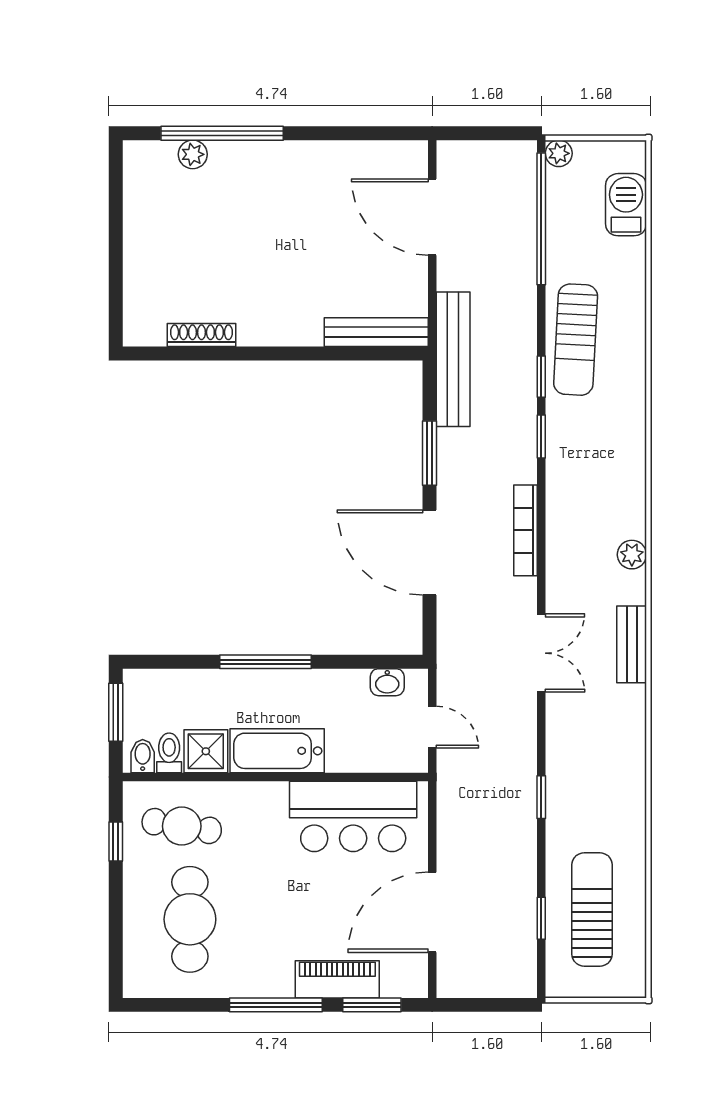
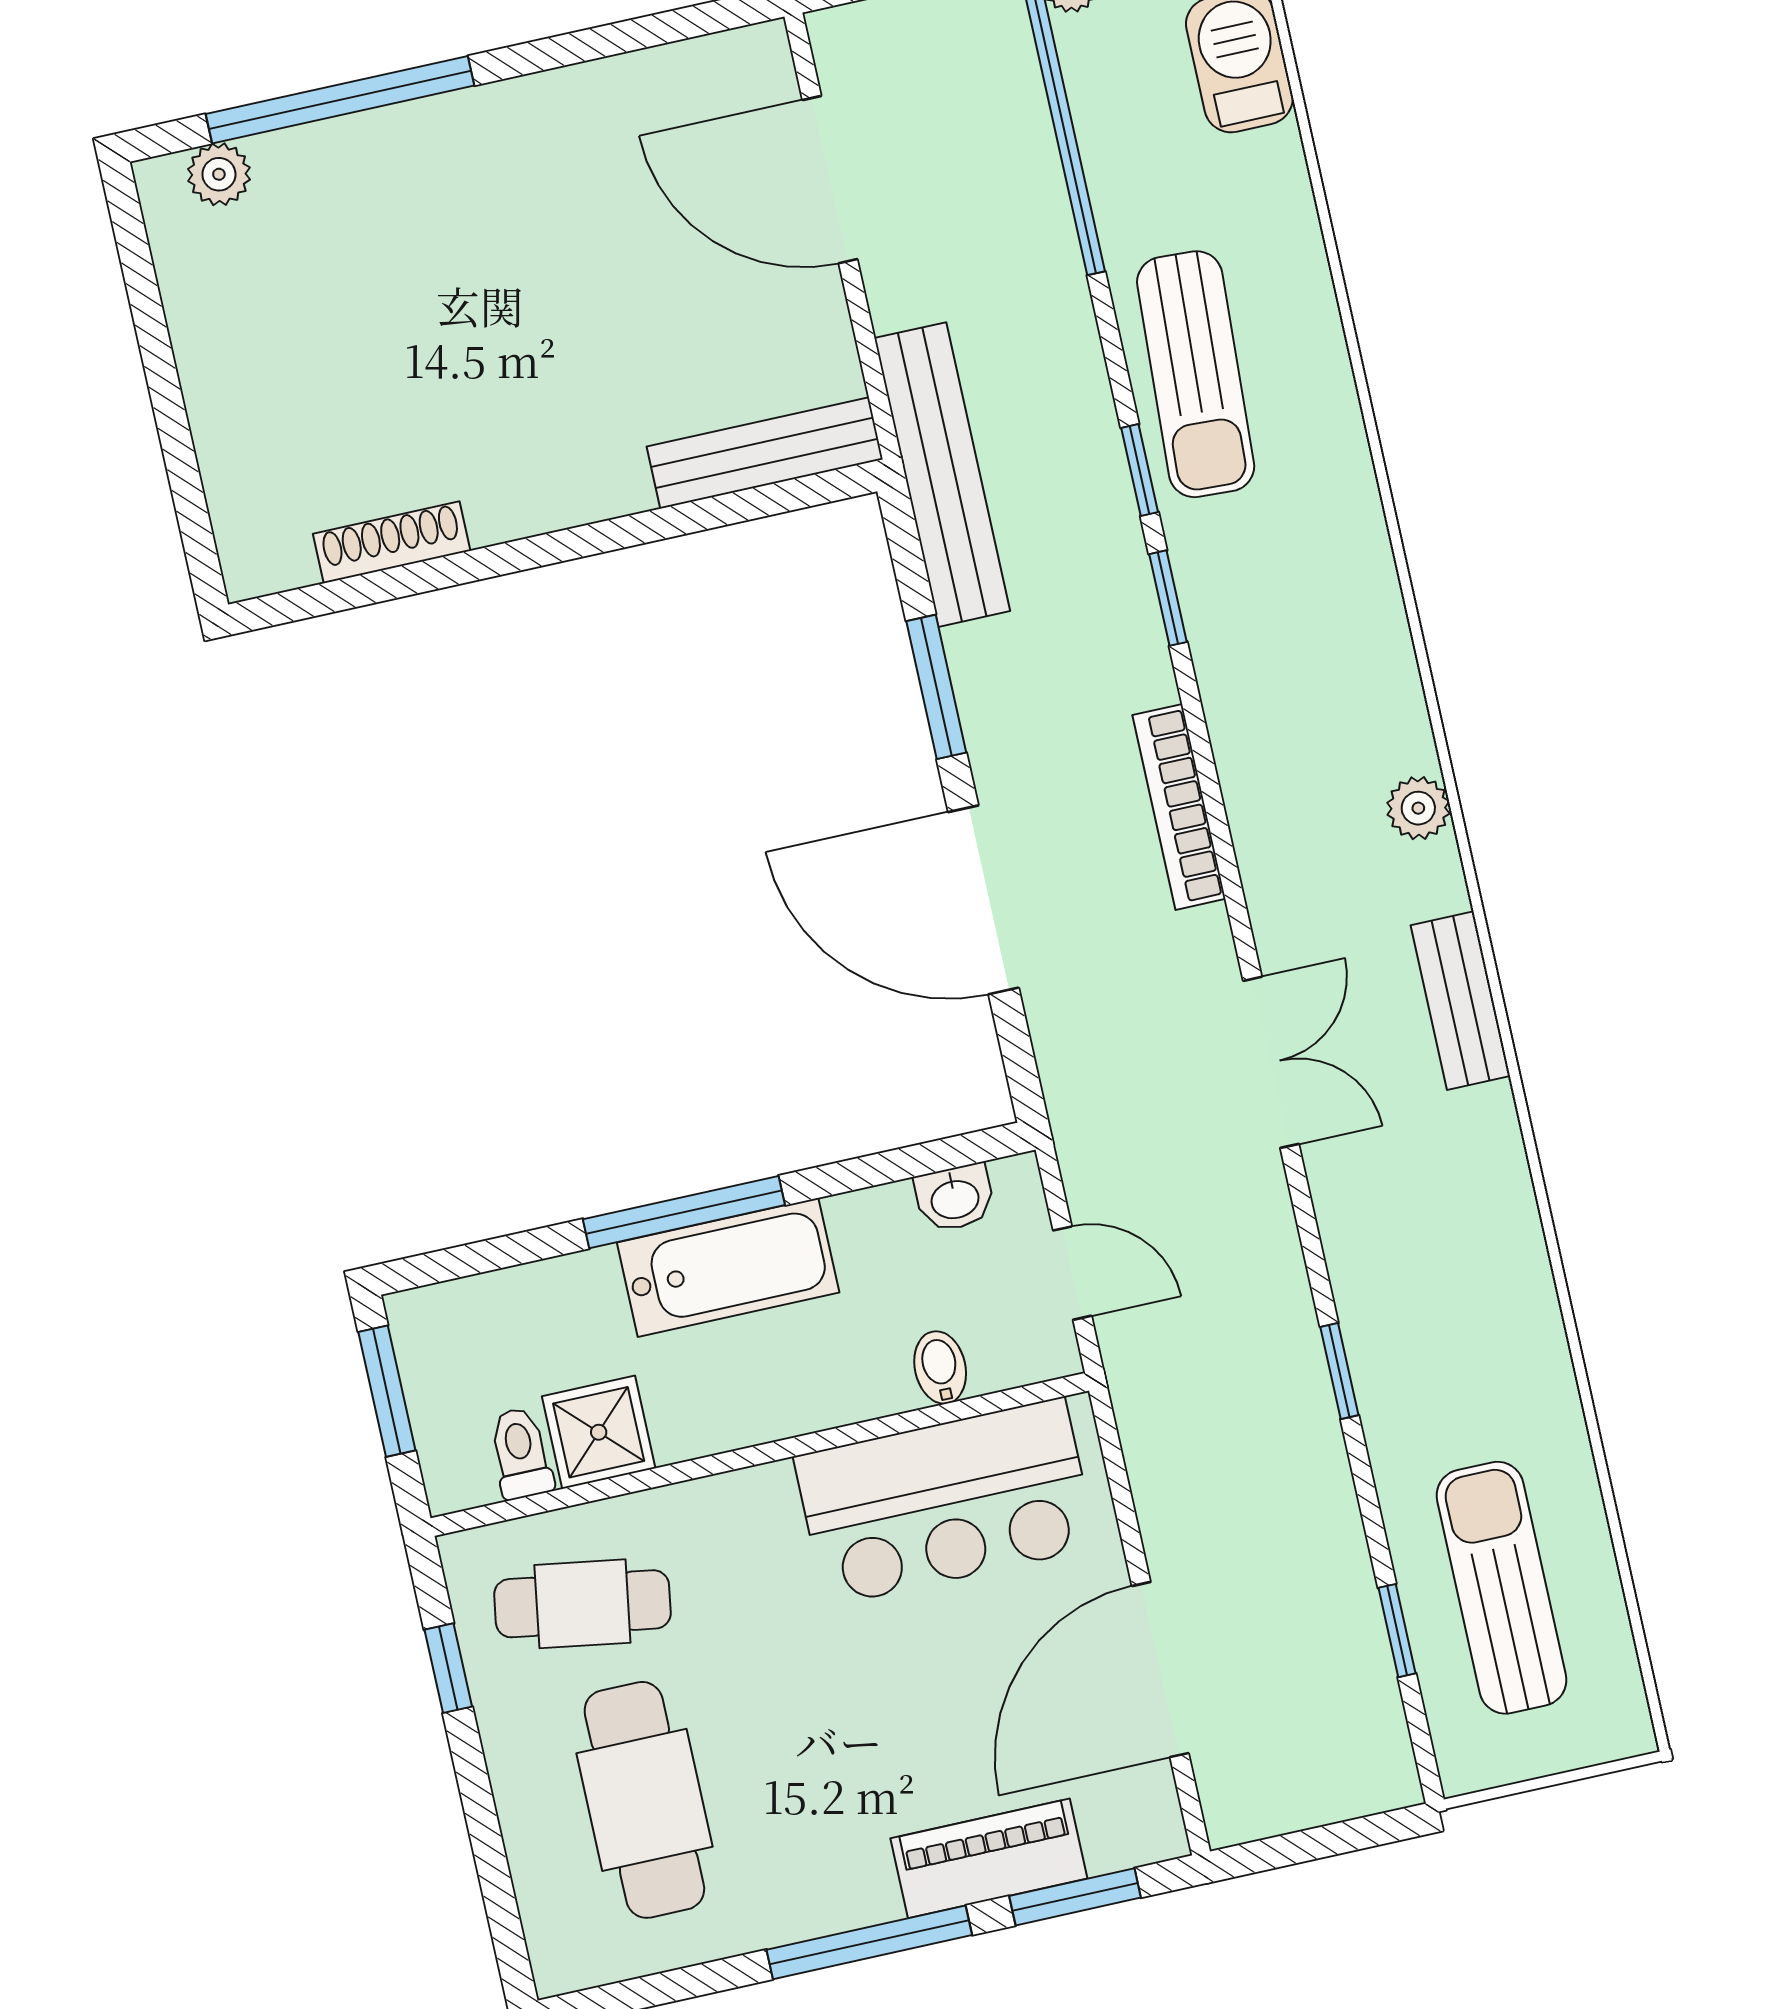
plant: (193, 154) -> (219, 174), moved
bathtub: (277, 751) -> (728, 1267), moved, turned 180
bidet: (143, 756) -> (940, 1367), moved

